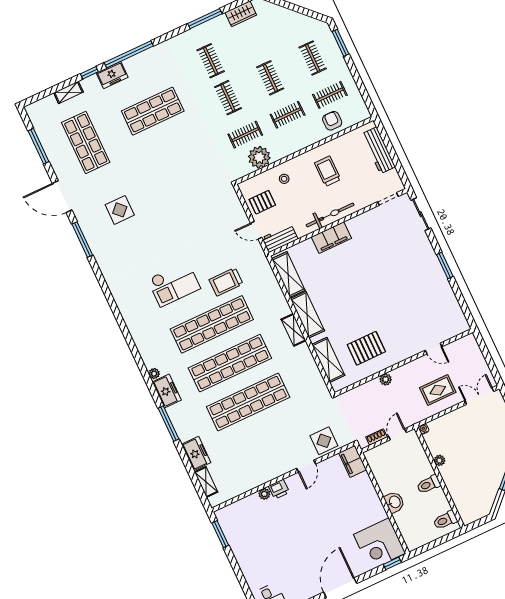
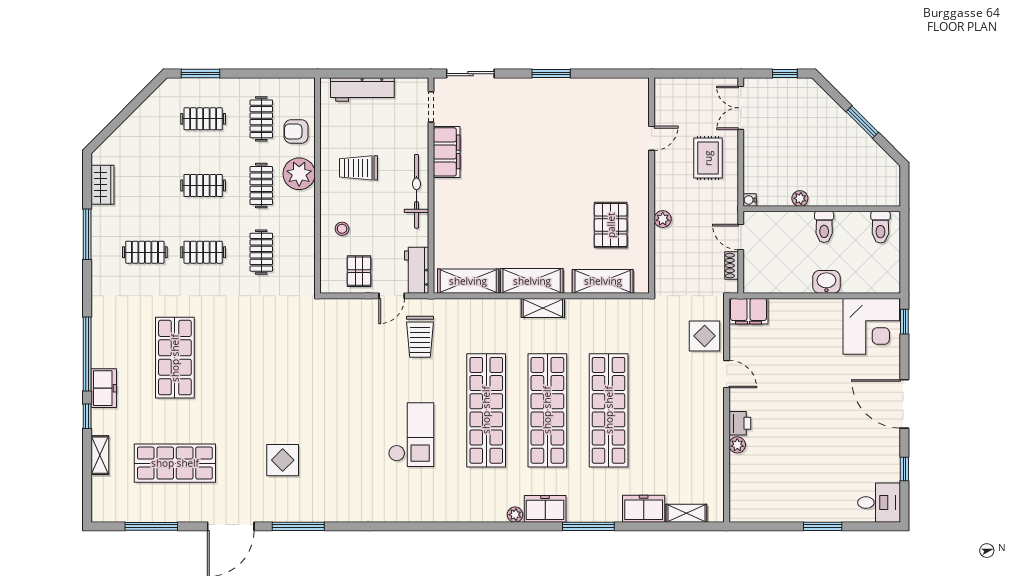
plant: (259, 157) -> (299, 174), moved
filing cabinet: (331, 238) -> (447, 152), moved
trolley: (226, 282) -> (420, 337), moved
window: (220, 534) -> (823, 526), moved

